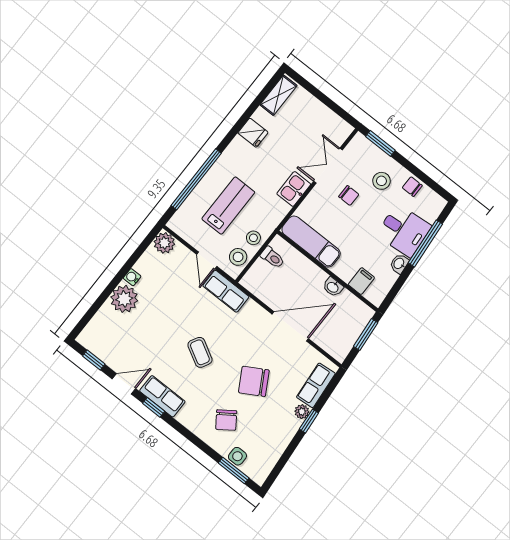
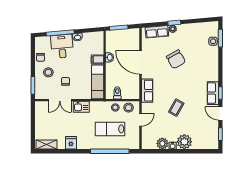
plant: (164, 243) -> (162, 143), moved
filing cabinet: (361, 281) -> (98, 59), moved
row of seats: (226, 291) -> (147, 91), moved
coffee table: (200, 352) -> (176, 108), moved
chair: (226, 420) -> (202, 58), removed

